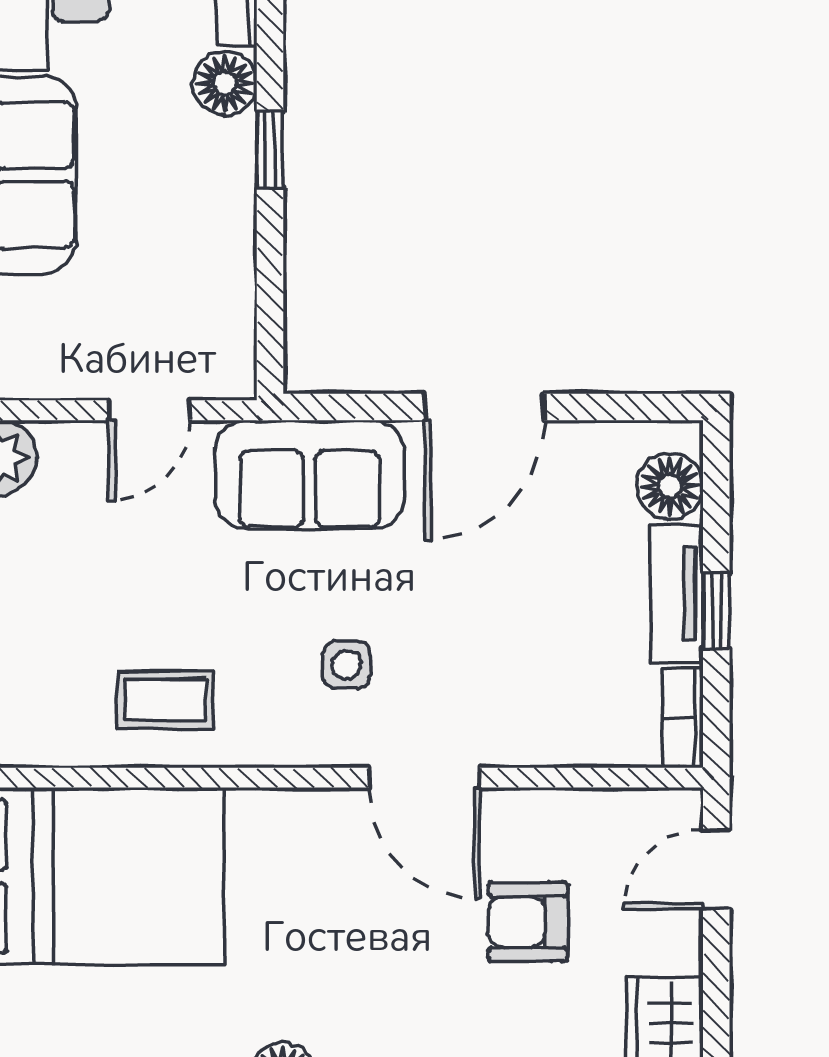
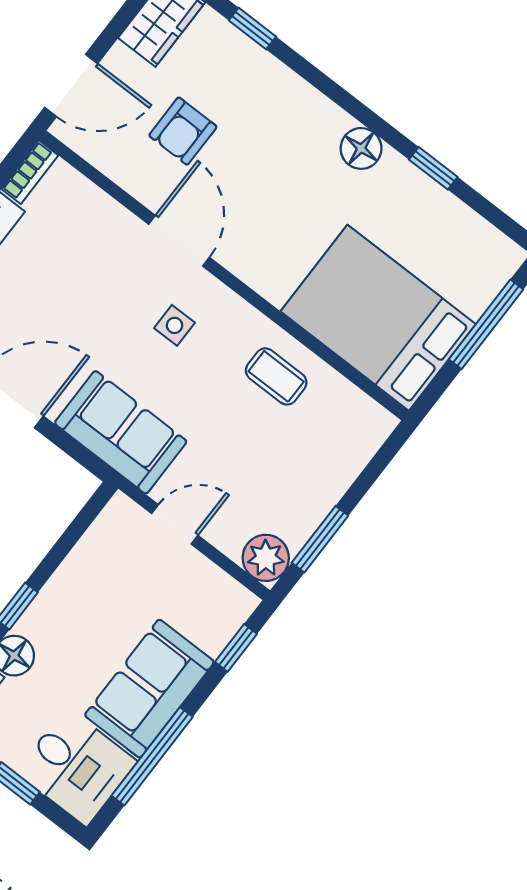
door: (716, 870) -> (71, 85), width x1.38
armchair: (528, 922) -> (183, 131), turned 90

